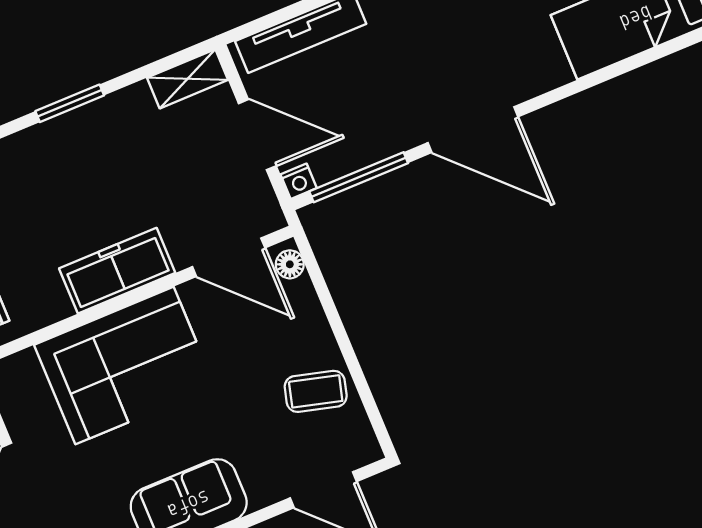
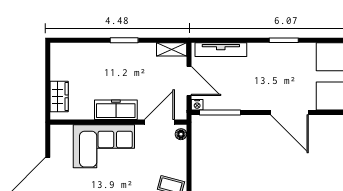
door: (473, 130) -> (290, 112), moved
door: (229, 257) -> (159, 122), swing flipped

